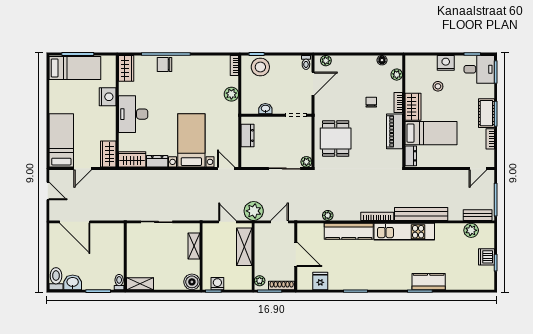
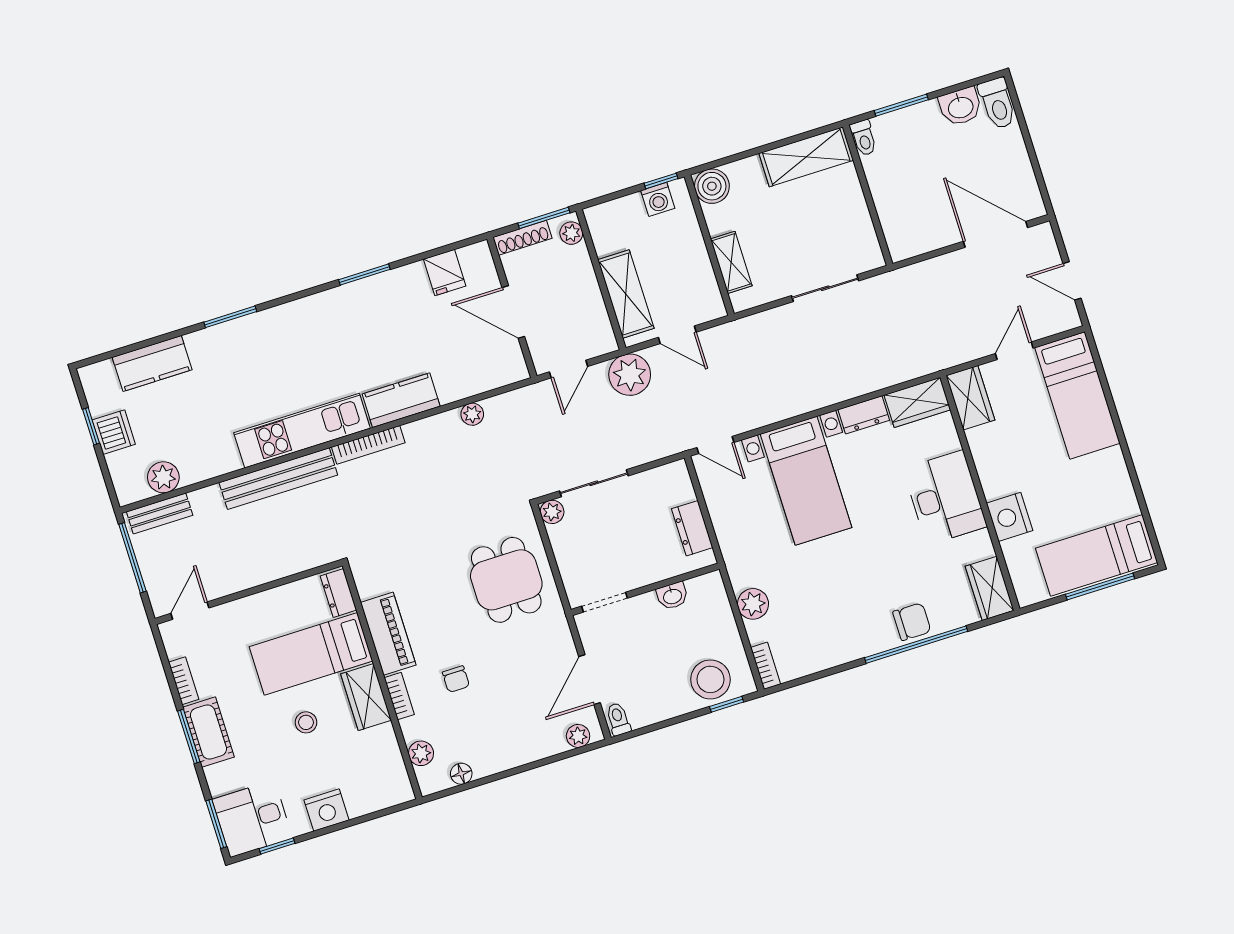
stool: (438, 86) -> (306, 722), moved
kitchen counter: (349, 231) -> (401, 400), width x0.67
kitchen counter: (429, 282) -> (152, 363), moved
shelving: (140, 284) -> (806, 157), width x1.50, depth x1.33

